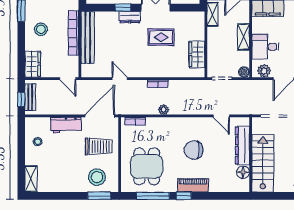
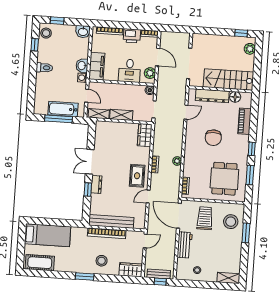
rug: (161, 37) -> (137, 176), moved
shelving: (243, 37) -> (121, 115), moved
wardrobe: (197, 54) -> (145, 135), moved, turned 90
dining table: (147, 166) -> (224, 179), turned 90
piano: (193, 185) -> (245, 121), moved
window: (99, 196) -> (246, 233), moved
window: (153, 196) -> (250, 175), width x0.69

